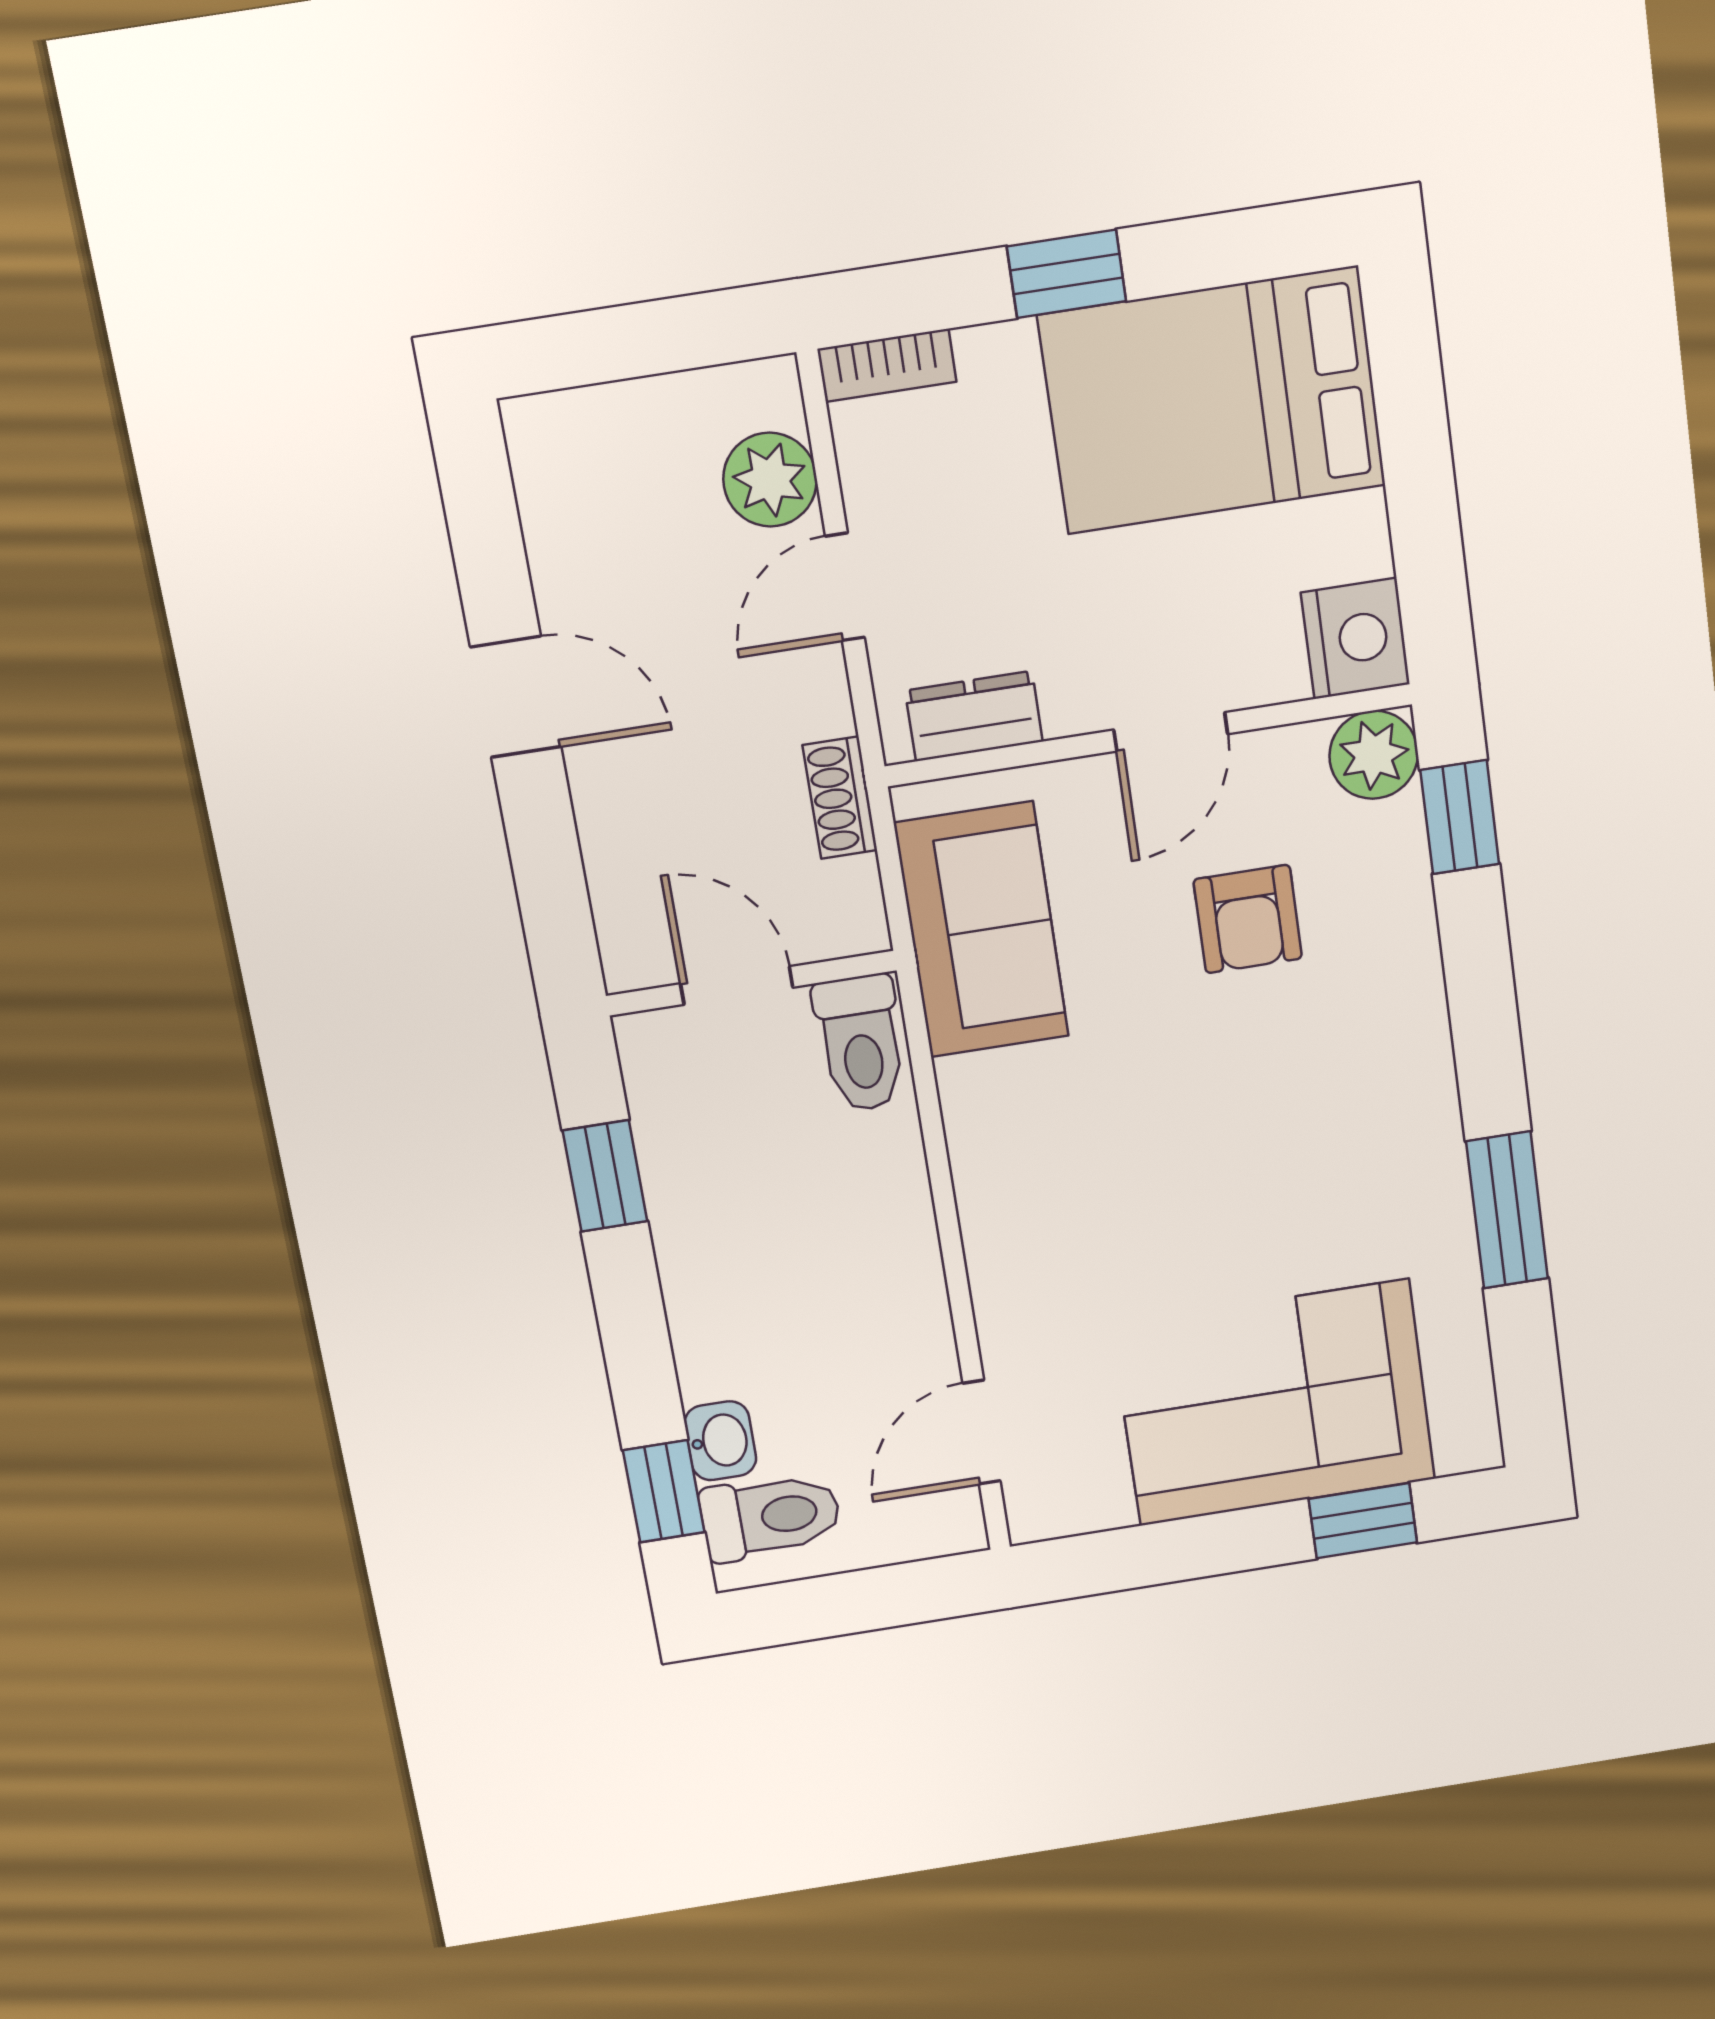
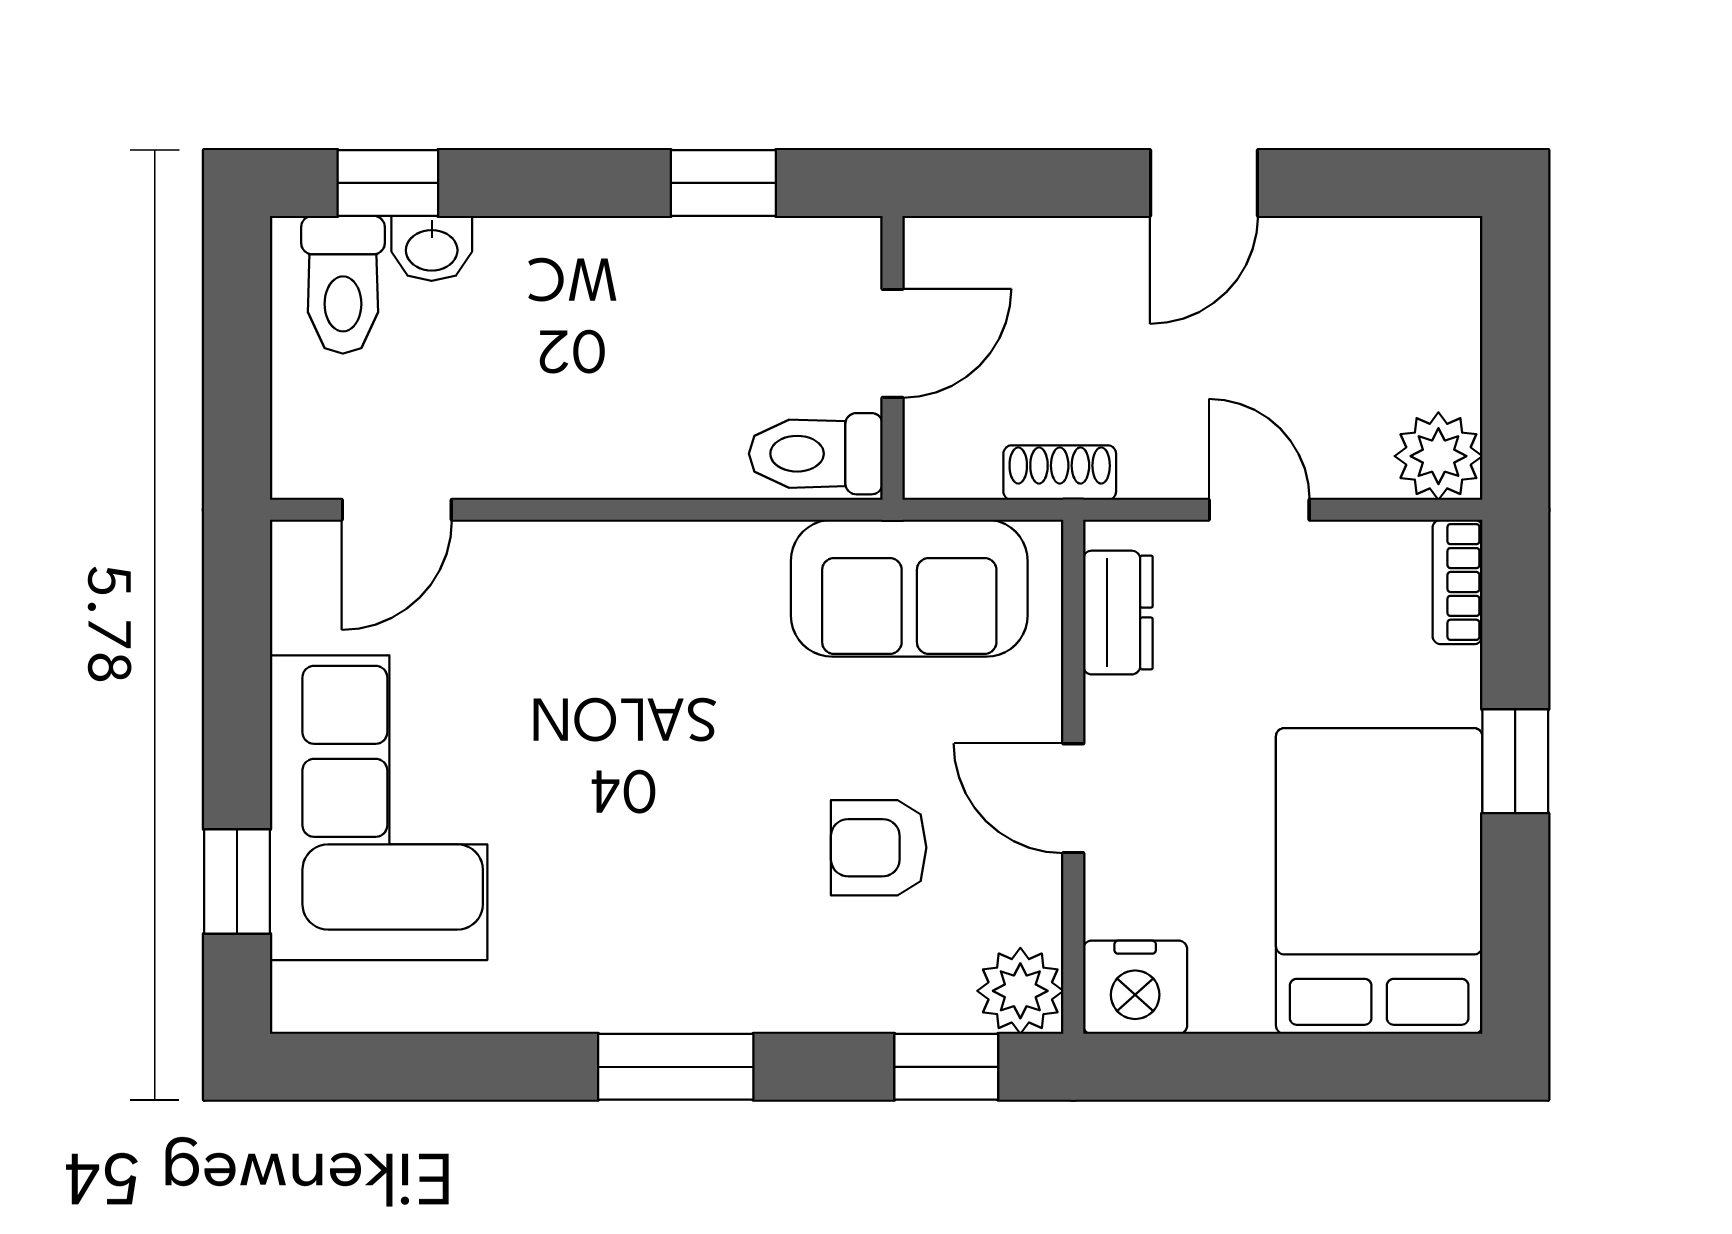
plant: (770, 480) -> (1438, 456), moved
window: (1507, 1210) -> (676, 1067), moved
door: (982, 1432) -> (397, 510), swing flipped

